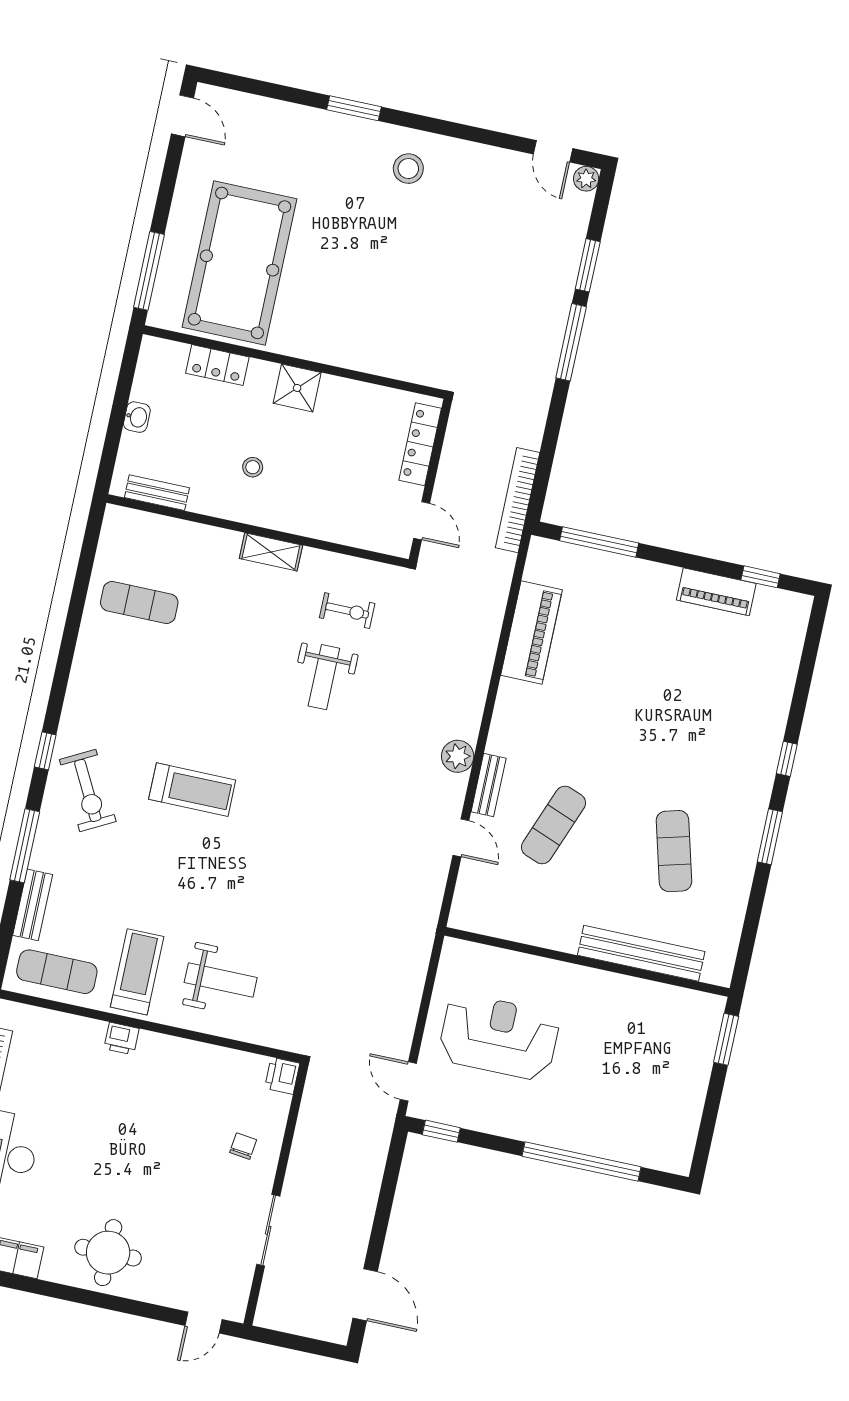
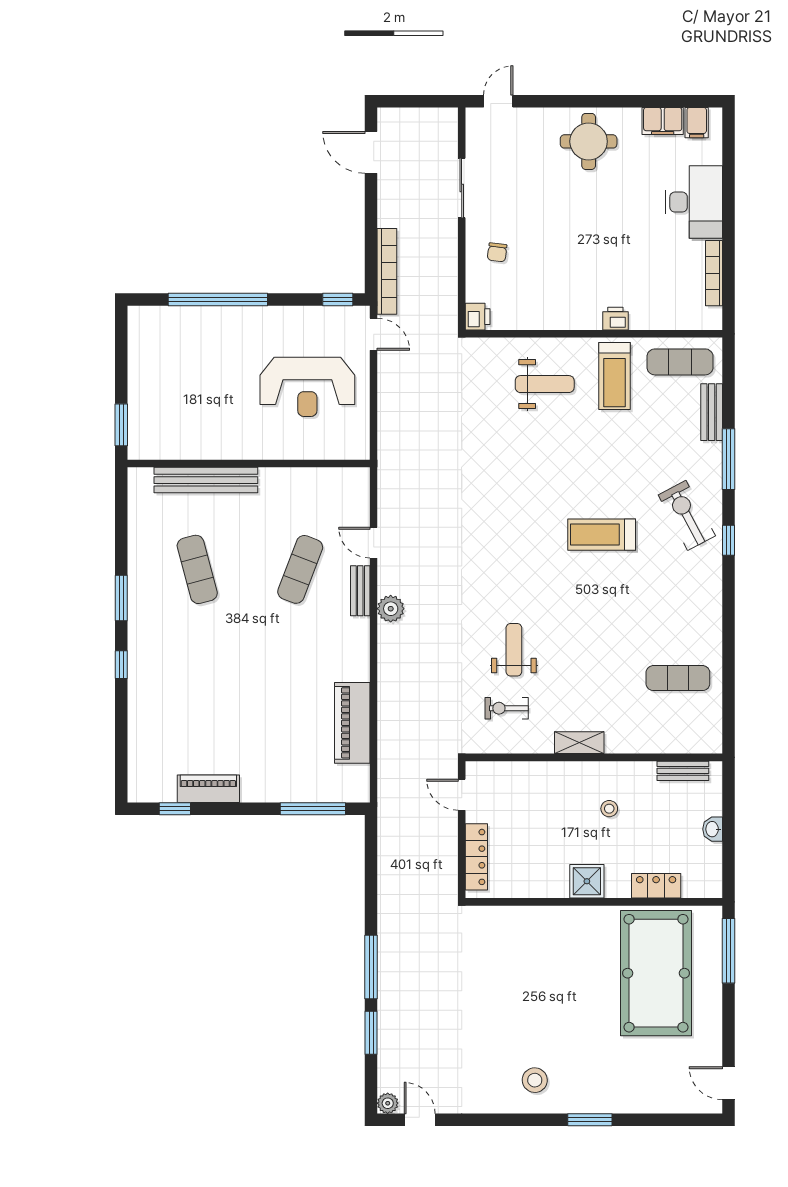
bookcase: (518, 500) -> (387, 271), moved
weight bench: (221, 980) -> (545, 384), turned 180

